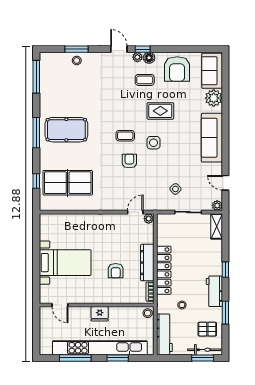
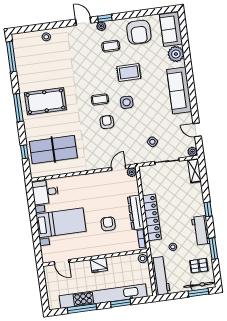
window: (77, 49) -> (45, 26), removed
floor lamp: (149, 58) -> (112, 25), removed
desk: (53, 227) -> (45, 192), added
armchair: (116, 271) -> (108, 224), turned 180

